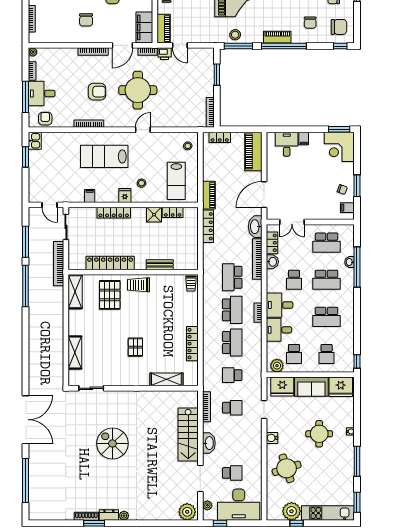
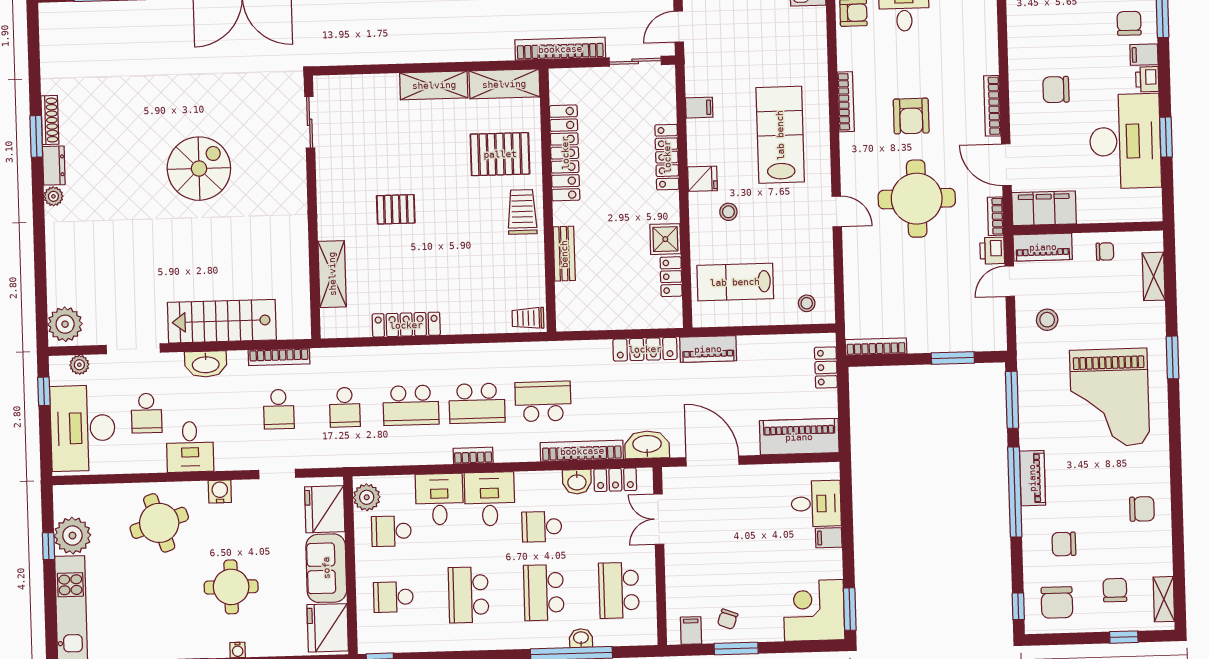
stool: (235, 35) -> (1047, 320), moved
shelving: (75, 352) -> (434, 85), moved
school desk: (232, 375) -> (345, 407), turned 180
desk: (249, 452) -> (190, 447), added

